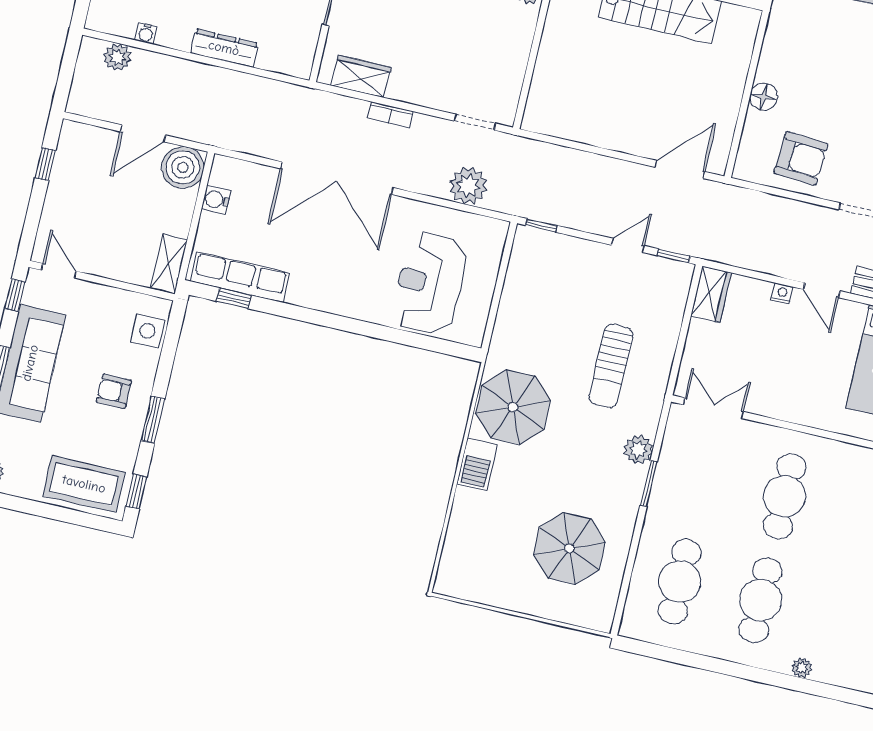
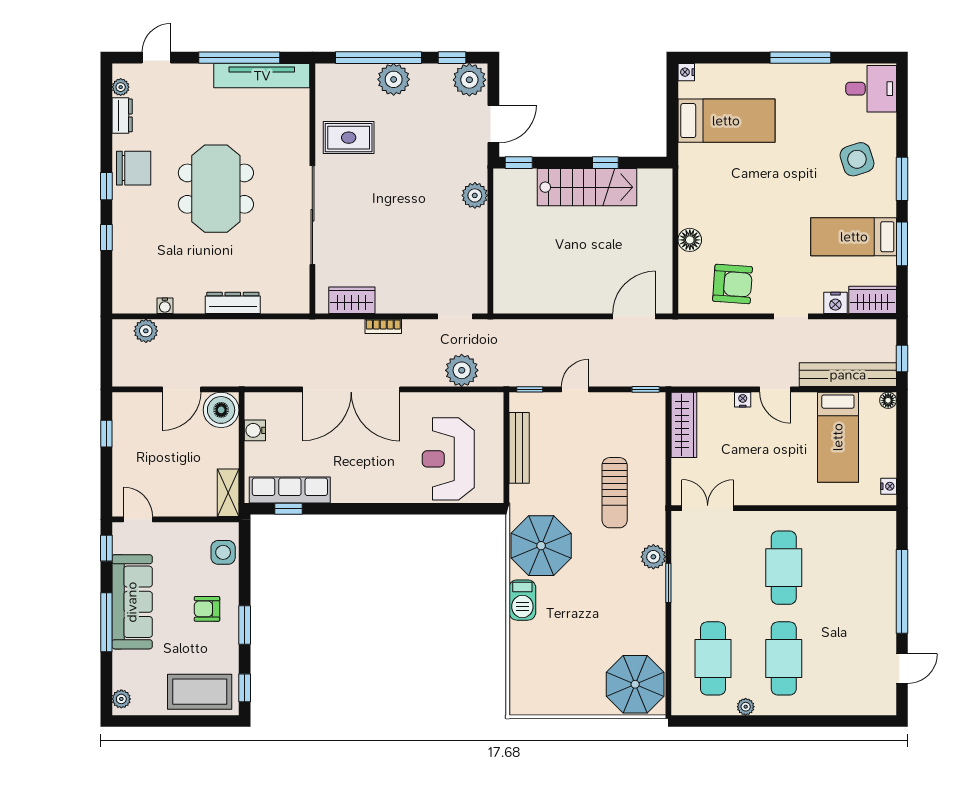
door: (628, 245) -> (575, 389), moved
bench: (514, 289) -> (519, 448), added
wardrobe: (711, 294) -> (684, 425), width x1.50
parasol: (569, 548) -> (635, 684), moved
plant: (802, 668) -> (746, 707), moved

